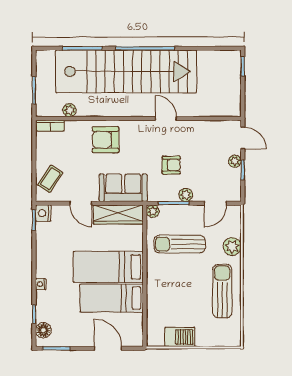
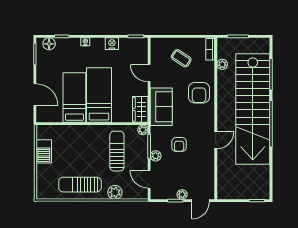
armchair: (106, 140) -> (199, 93), turned 180
coffee table: (50, 179) -> (181, 58), moved
door: (81, 203) -> (149, 73), hinge flipped
nightstand: (43, 213) -> (112, 44), moved
wardrobe: (118, 214) -> (140, 109), width x0.67
sun lounger: (222, 291) -> (80, 185), turned 180
door: (108, 348) -> (35, 95), hinge flipped

